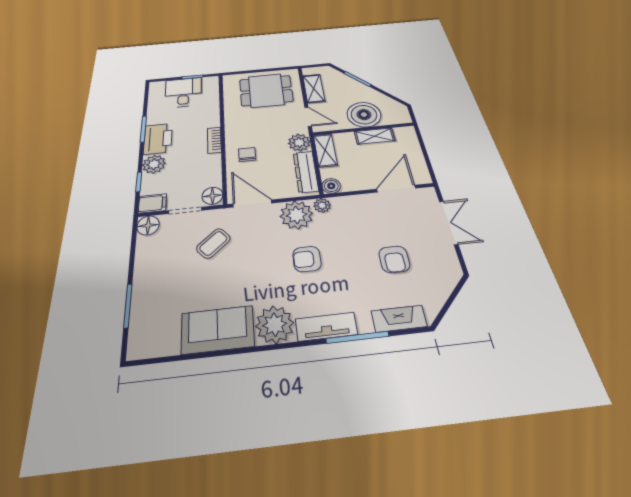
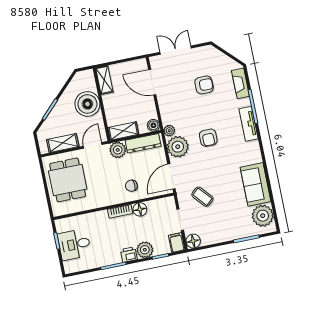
shelving: (375, 136) -> (104, 80), moved
printer: (158, 139) -> (129, 255), width x0.53, depth x0.68
floor lamp: (212, 196) -> (140, 209), moved
plant: (275, 325) -> (263, 216), moved

